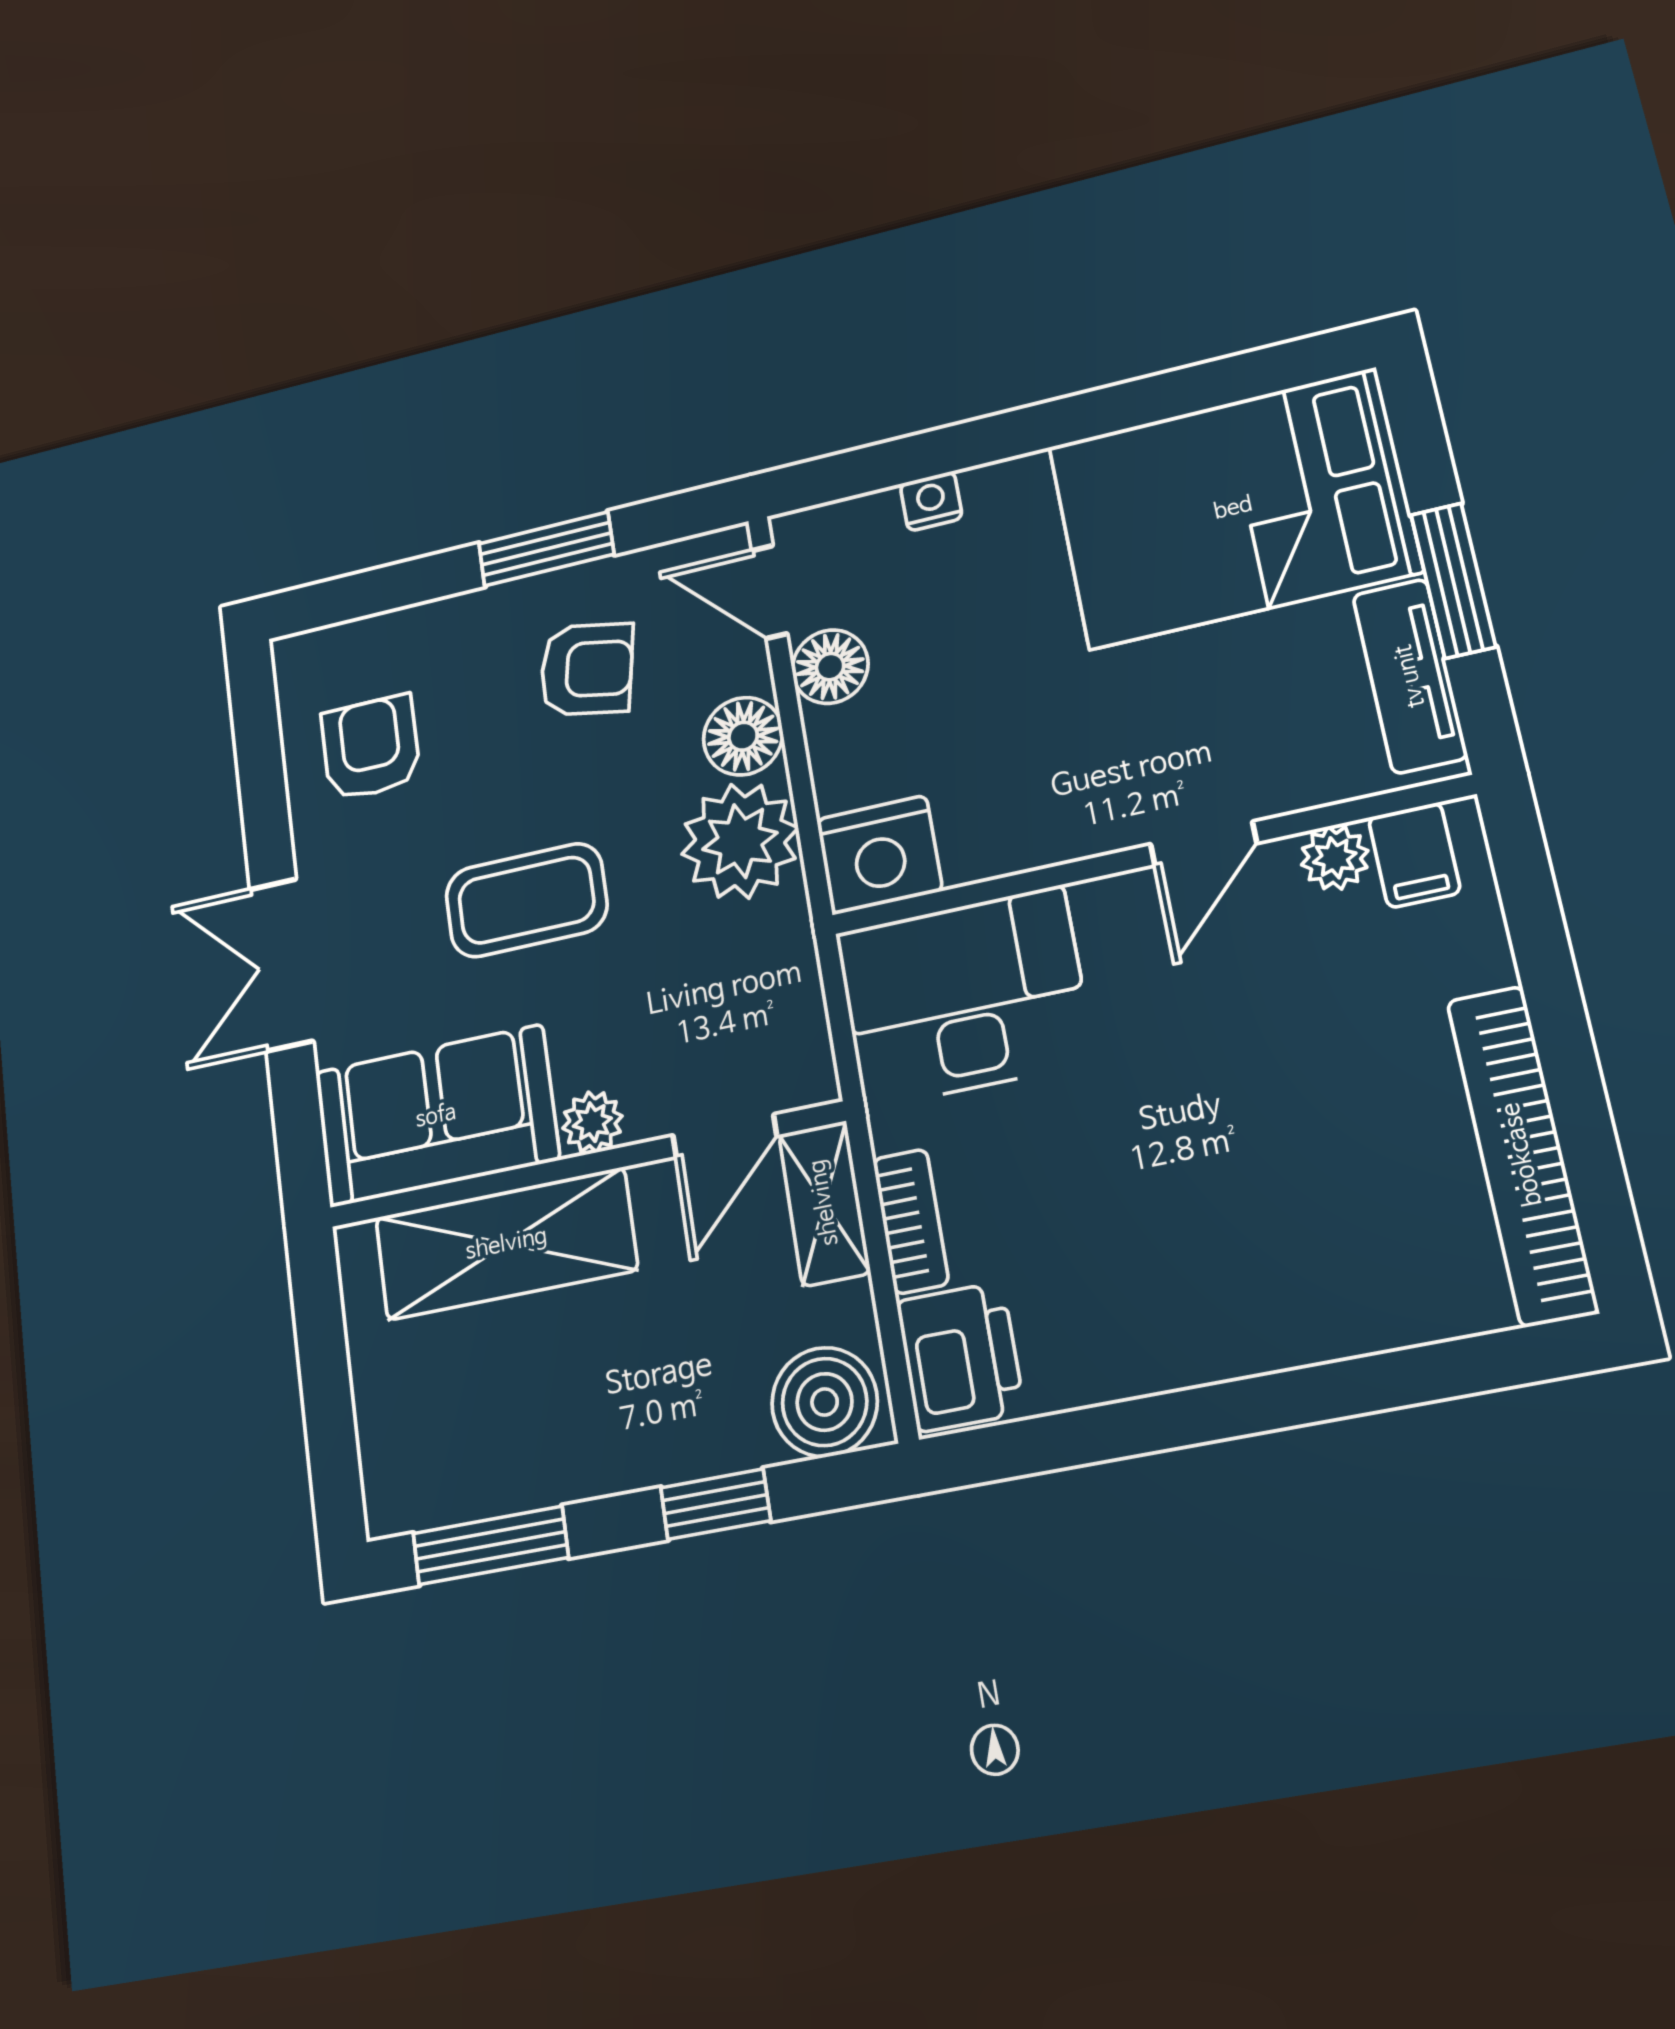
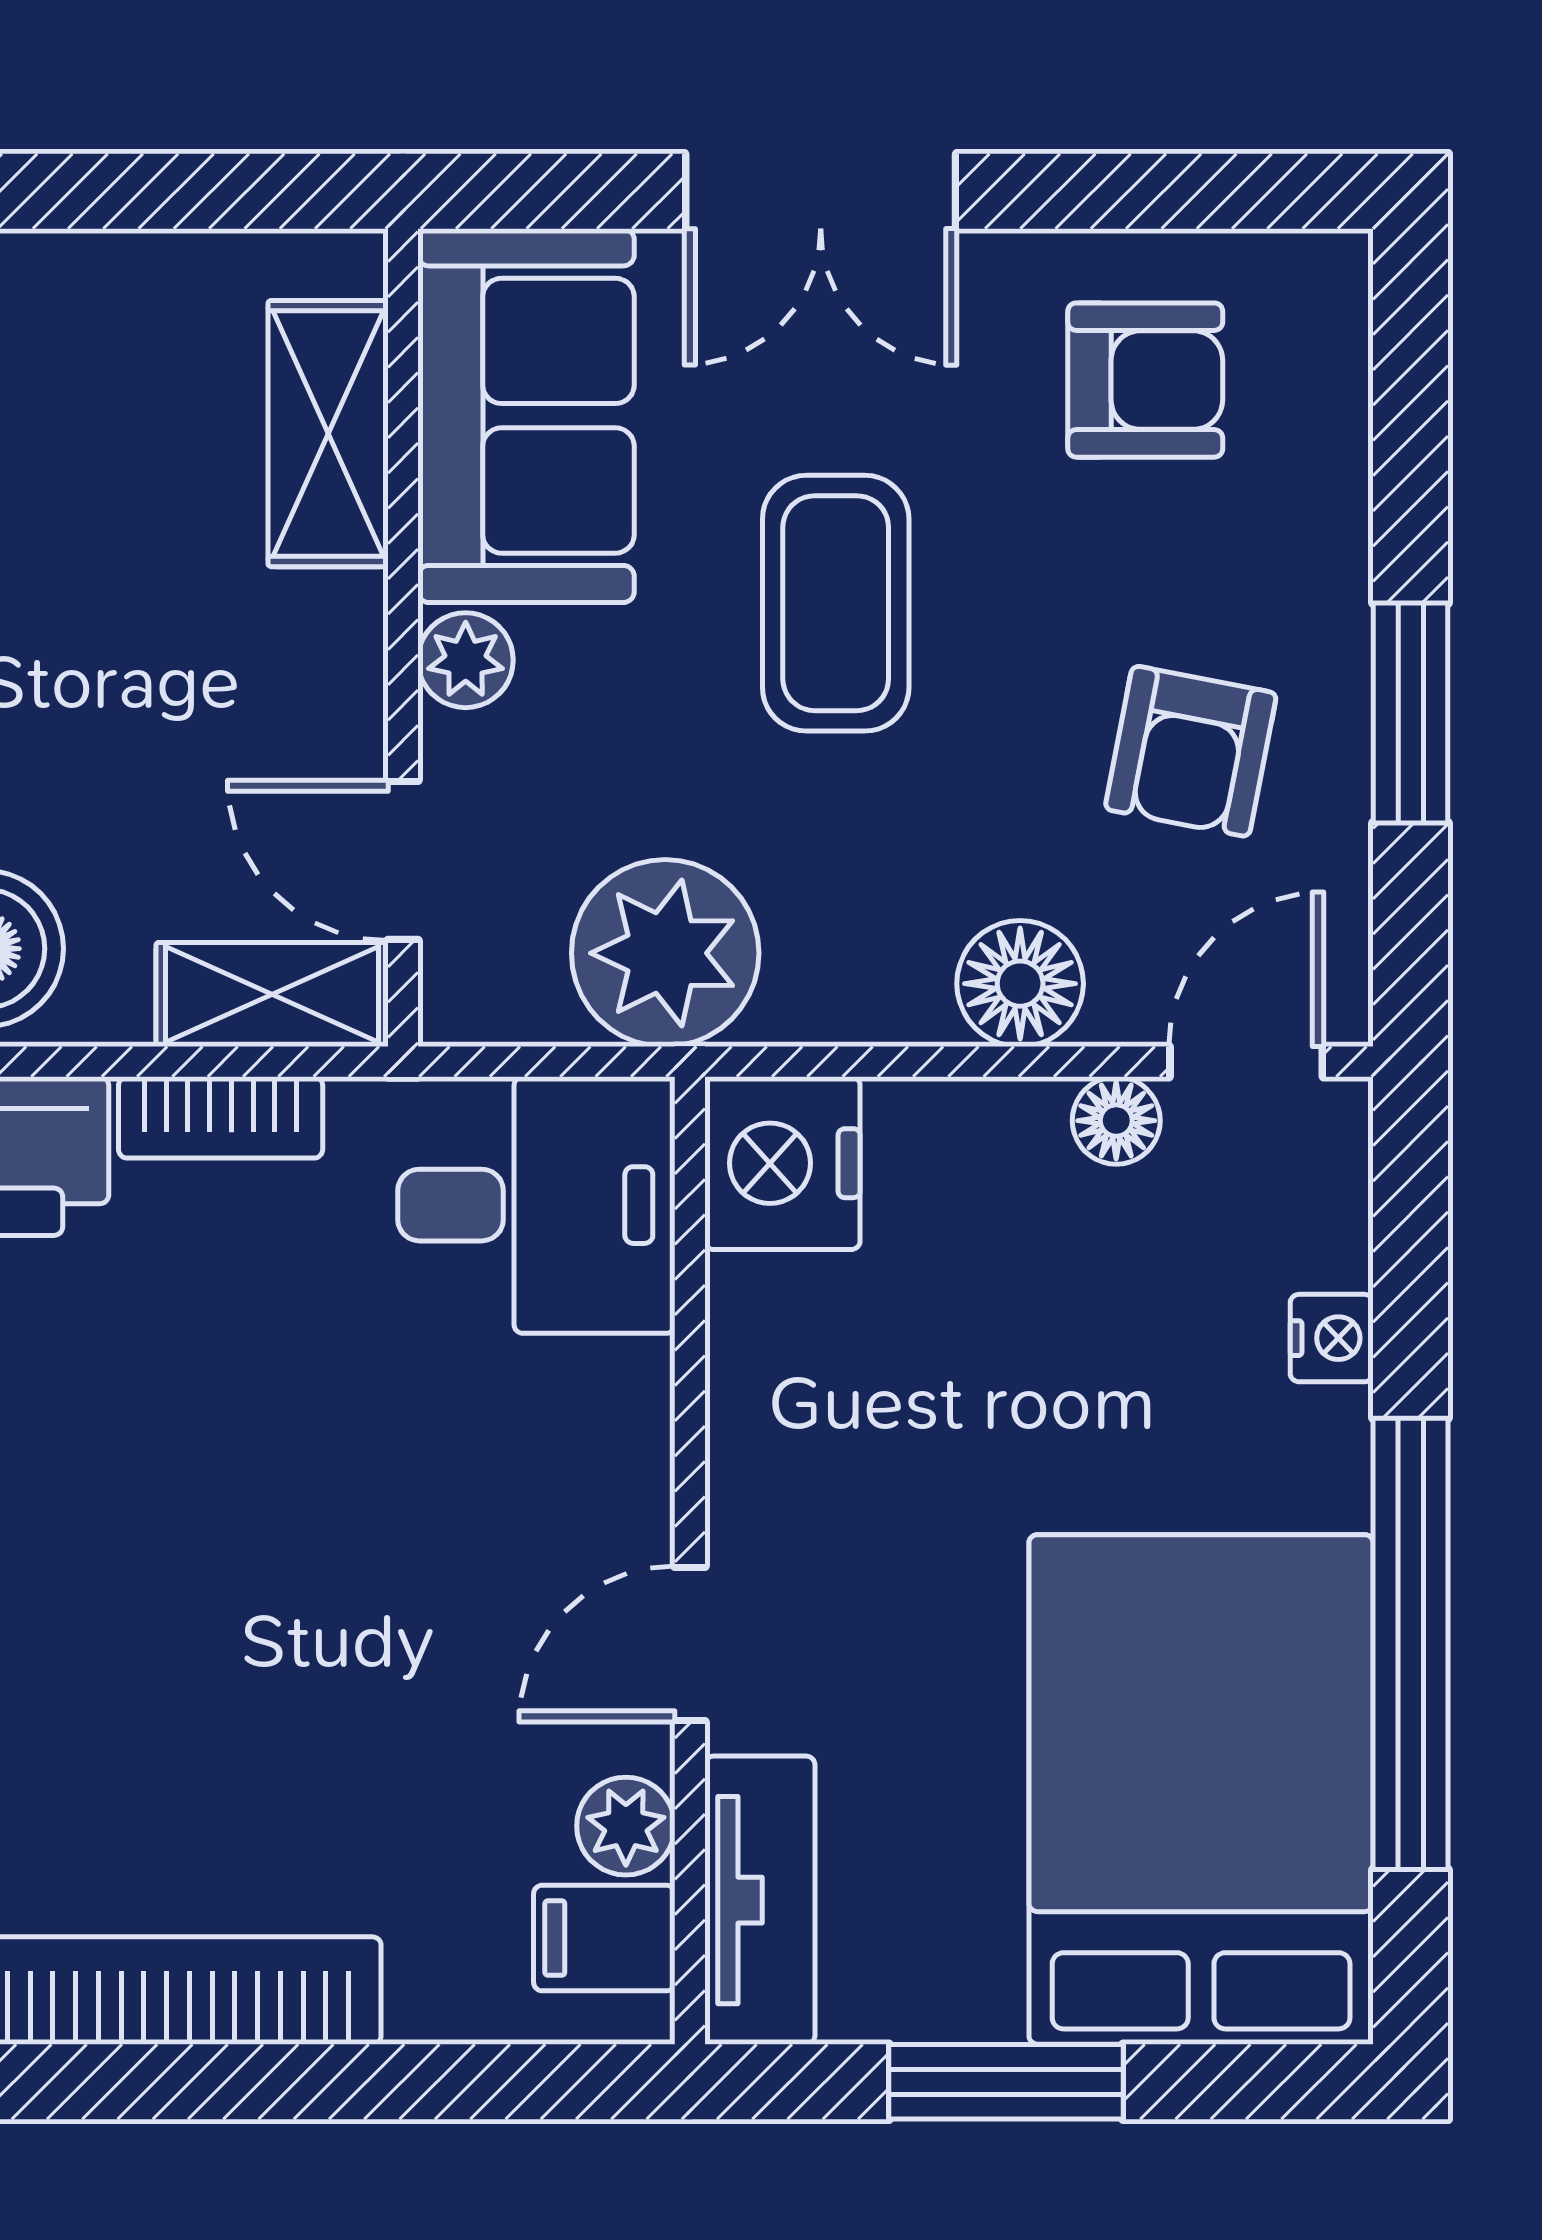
window: (1114, 409) -> (1411, 1644), added
floor lamp: (830, 667) -> (1116, 1121), width x0.73, depth x0.73
tv unit: (1410, 676) -> (760, 1900), moved, turned 90
plant: (740, 841) -> (665, 953), moved
door: (1203, 844) -> (690, 1644), hinge flipped
double door: (281, 965) -> (821, 191), swing flipped
desk: (964, 997) -> (536, 1205), width x0.73
shelving: (506, 1244) -> (328, 434), width x0.67, depth x0.75

